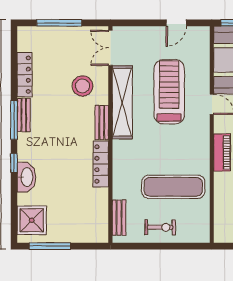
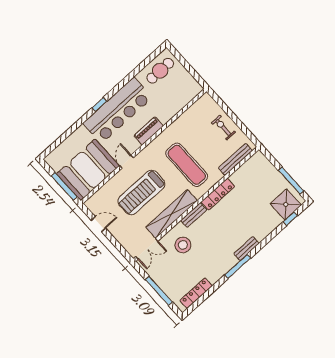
locker: (25, 75) -> (196, 293), moved
bench: (24, 115) -> (246, 248), moved
window: (14, 163) -> (290, 219), moved
washbasin: (26, 177) -> (264, 230), removed
exercise mat: (173, 187) -> (187, 165), moved
bench: (119, 218) -> (235, 159), width x1.36

